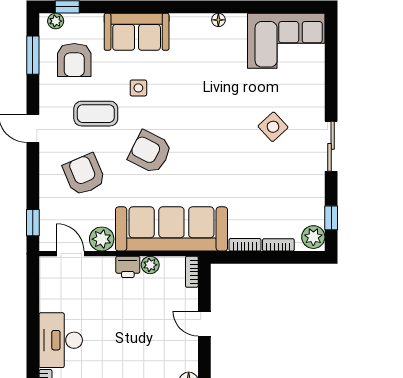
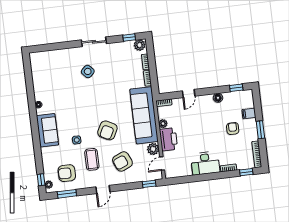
sofa: (137, 32) -> (47, 130), moved
corner sofa: (286, 41) -> (45, 70), removed
armchair: (74, 60) -> (67, 173), turned 180
printer: (128, 267) -> (168, 139), width x1.87, depth x1.48

